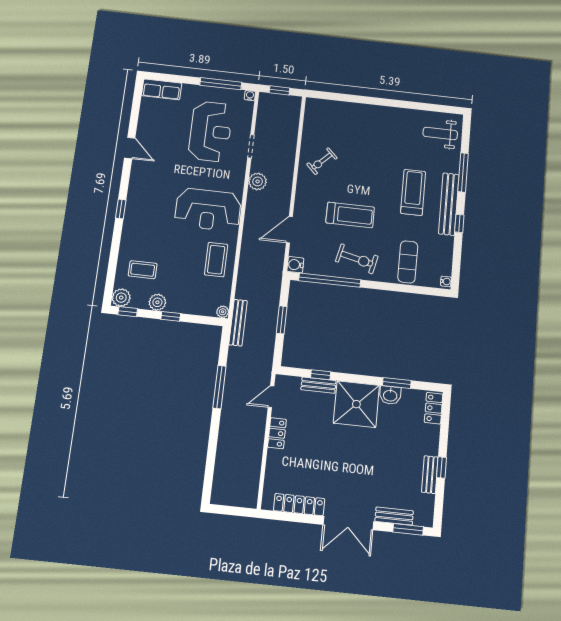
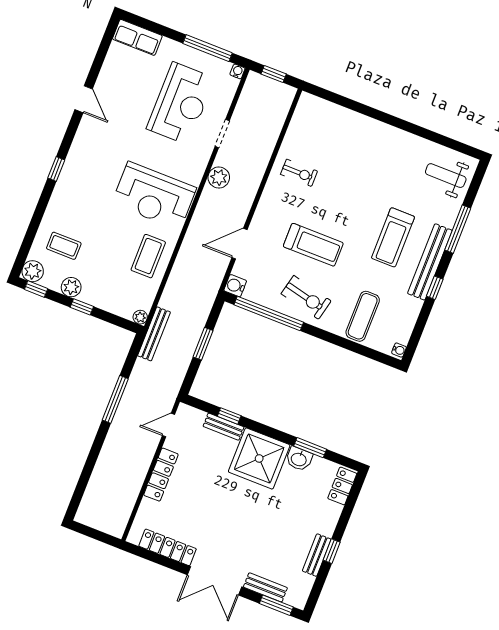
exercise bike: (322, 161) -> (299, 173), turned -135
treadmill: (413, 192) -> (393, 237), turned 180
locker: (277, 433) -> (161, 475), width x1.53

